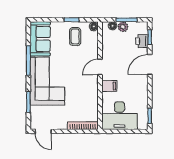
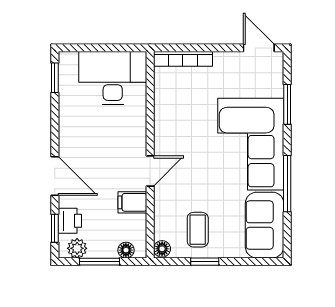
plant: (123, 27) -> (77, 248), moved
door: (150, 64) -> (55, 176), hinge flipped
filing cabinet: (109, 86) -> (132, 202), moved

